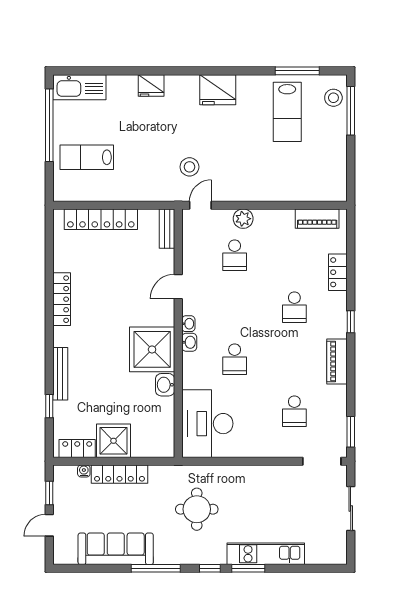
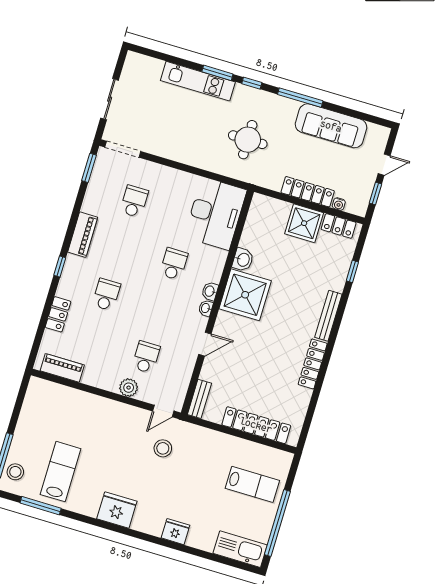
bench: (60, 374) -> (328, 316), moved

